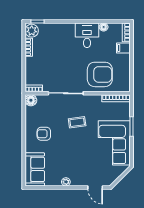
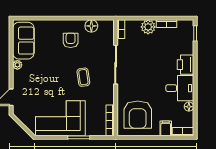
printer: (66, 30) -> (185, 65), added
plant: (32, 31) -> (148, 27), moved
armchair: (100, 74) -> (138, 115), moved
floor lamp: (31, 100) -> (91, 26), moved
sofa: (35, 169) -> (23, 41), moved, turned -90

